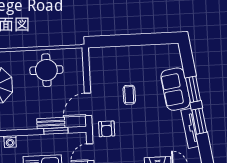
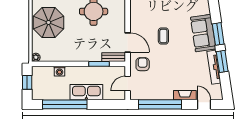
door: (88, 104) -> (128, 42), swing flipped
bench: (51, 123) -> (114, 57), moved
armchair: (107, 129) -> (143, 64), turned 180

